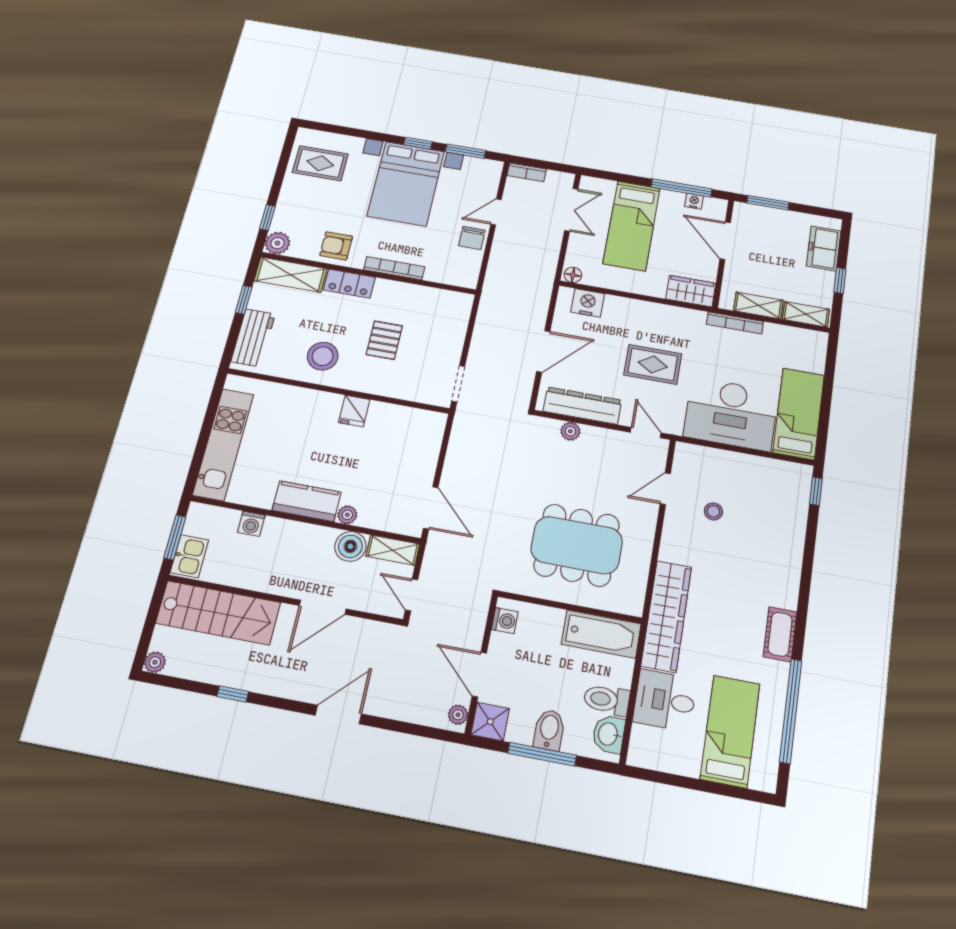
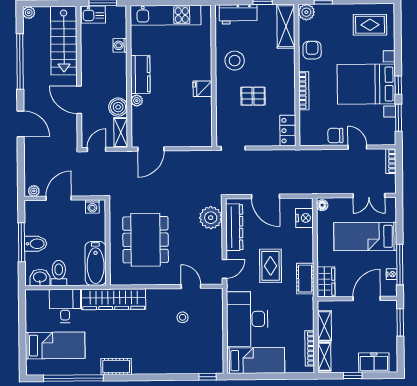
rug: (320, 163) -> (370, 25), turned 90
locker: (349, 284) -> (288, 131), moved
cot: (681, 319) -> (305, 279), added
bookcase: (735, 323) -> (310, 348), moved
plant: (570, 431) -> (211, 218), width x1.87, depth x1.87
window: (233, 694) -> (20, 62), width x3.17
shower: (490, 722) -> (34, 210), removed

